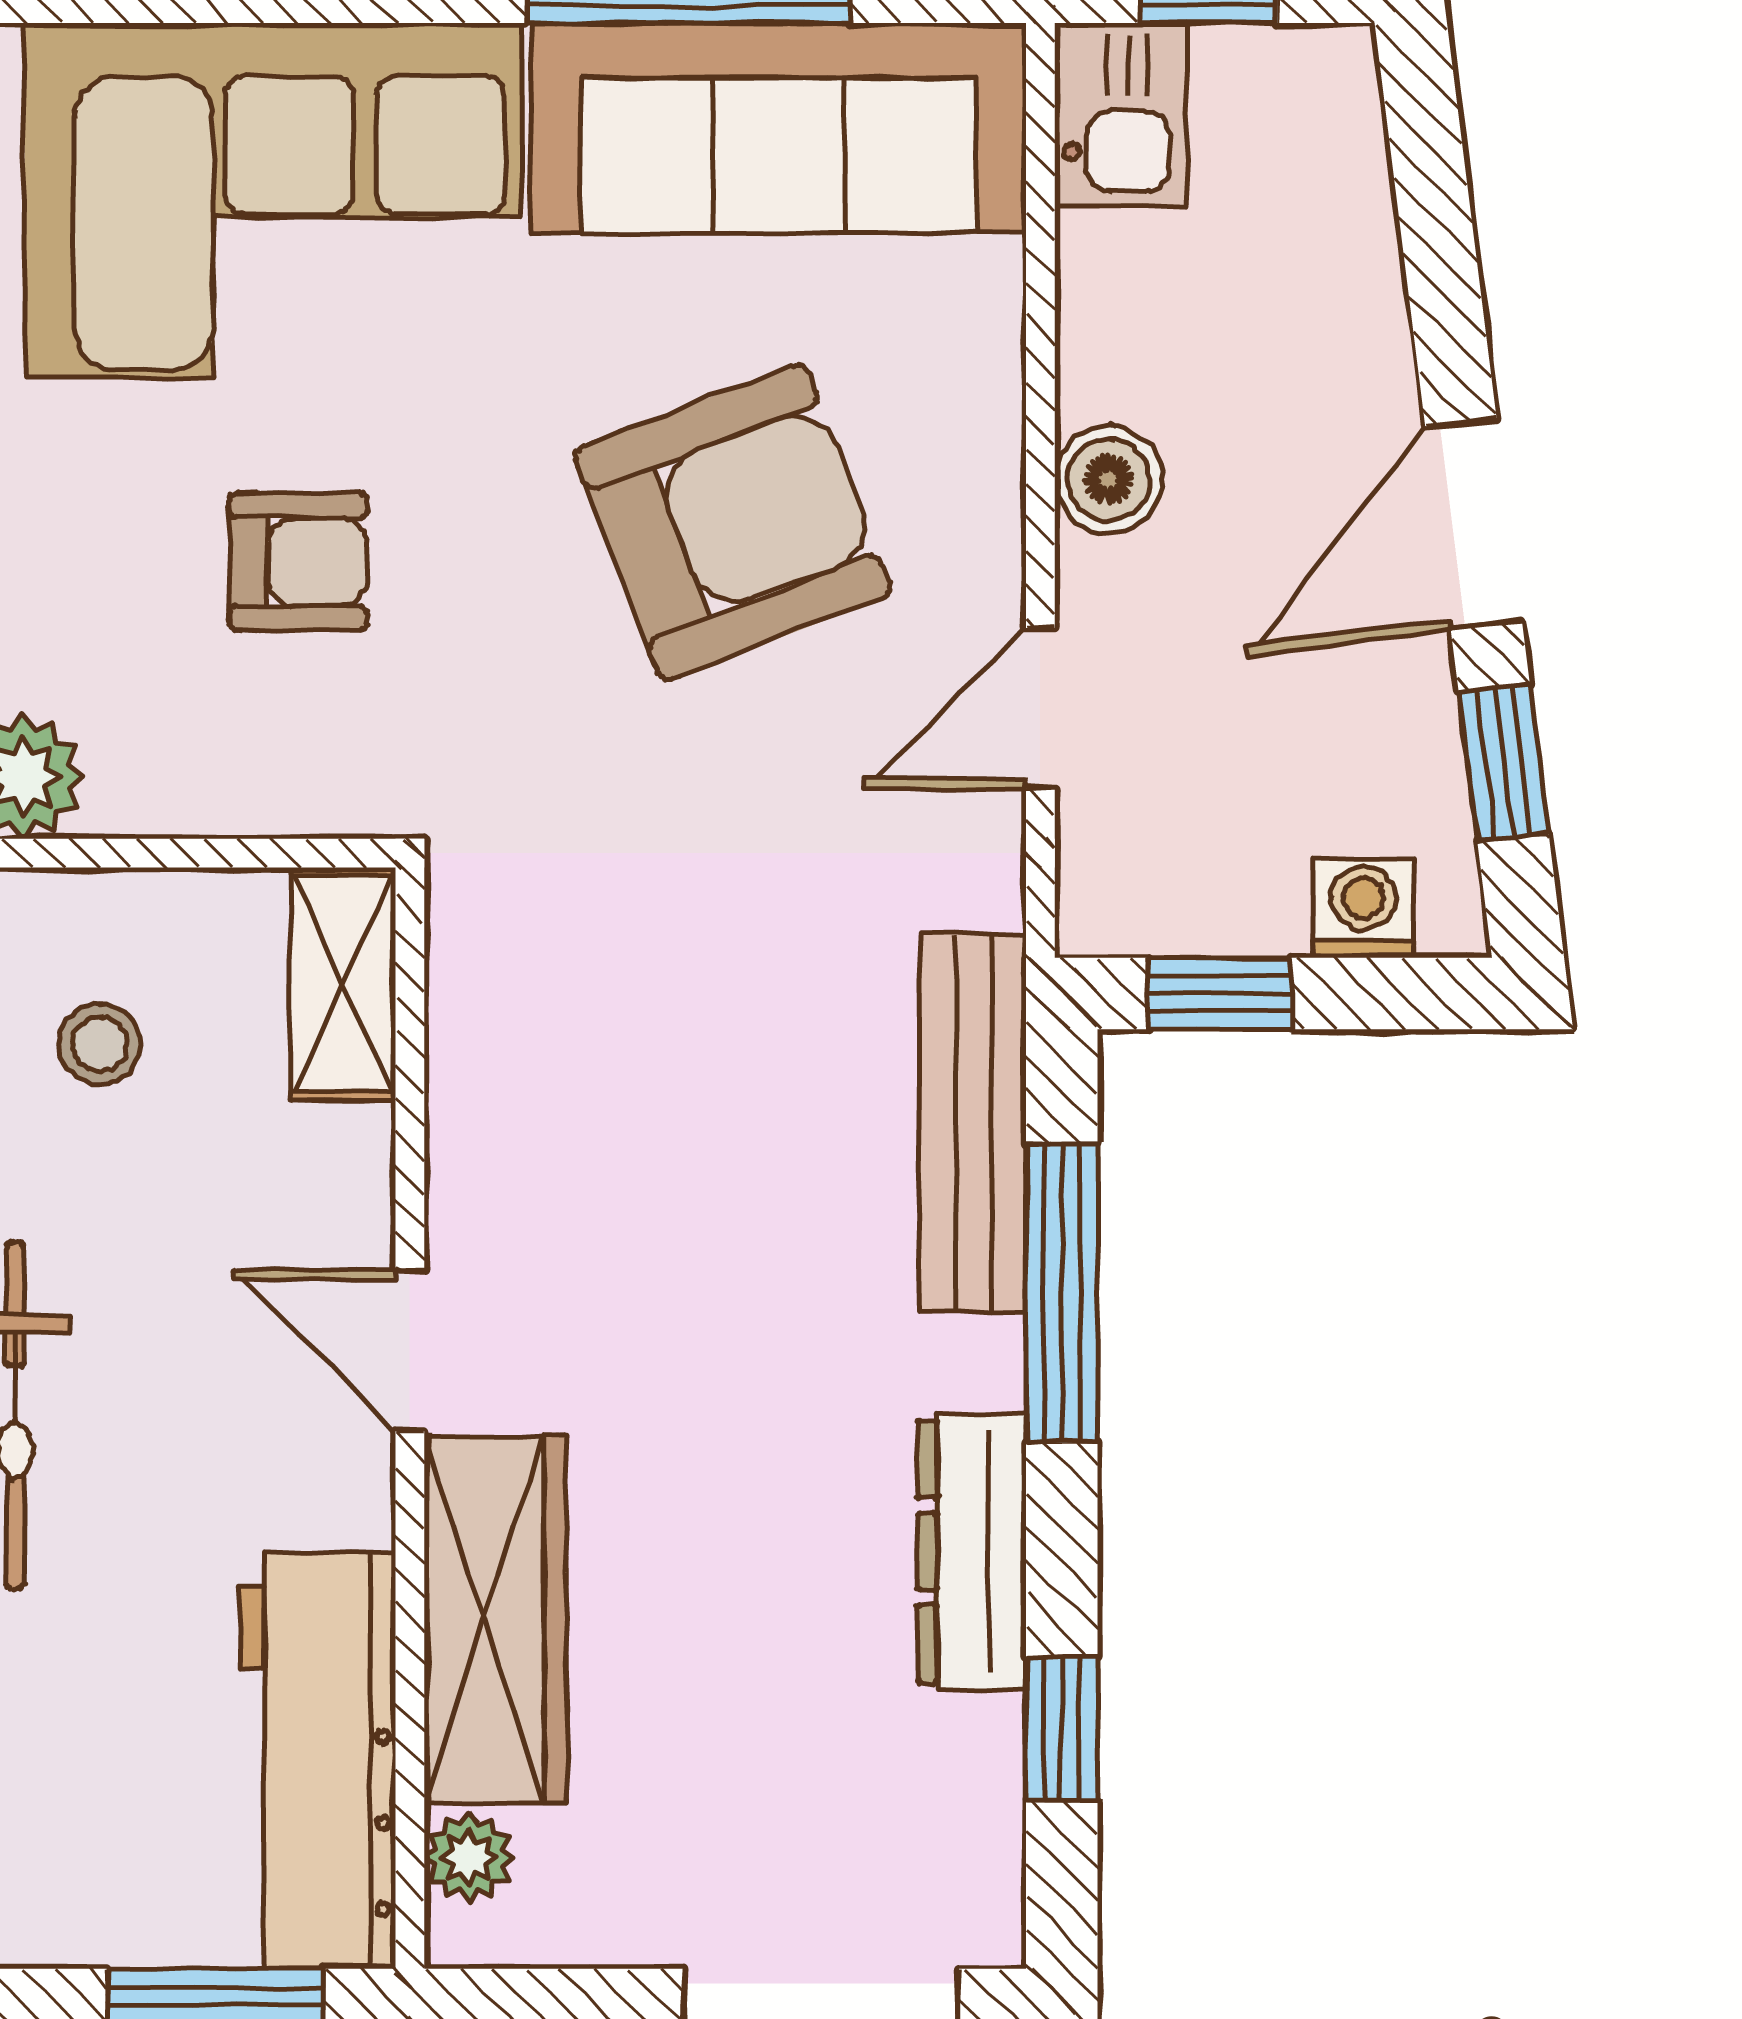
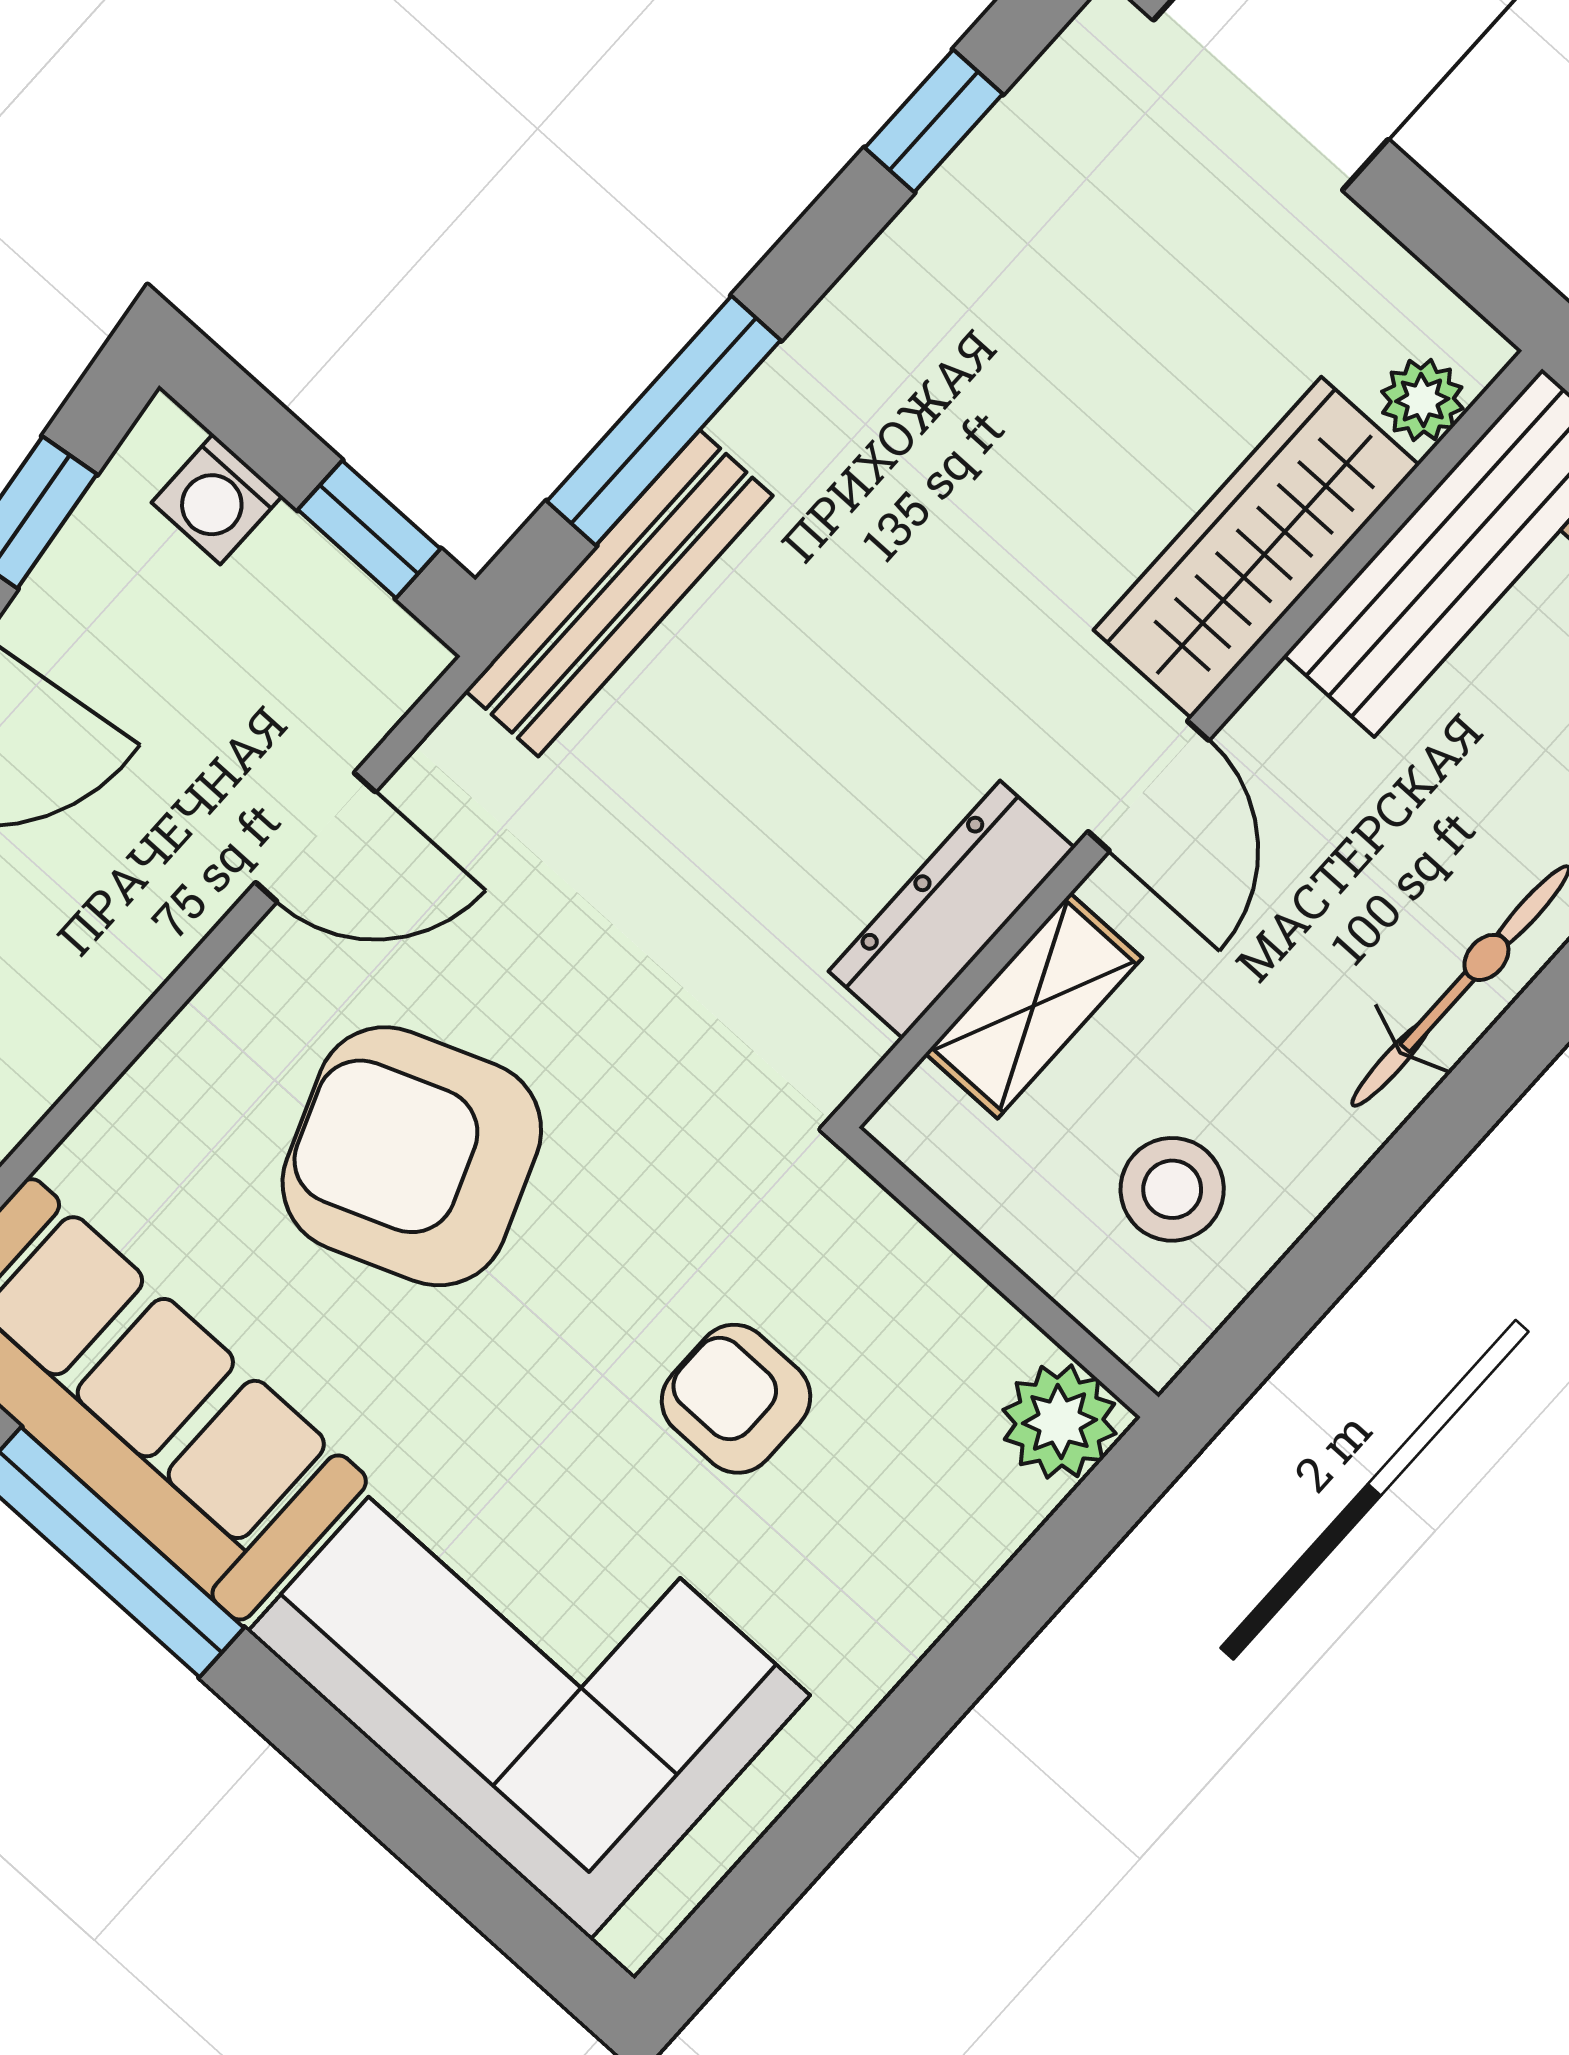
boiler: (1108, 479) -> (127, 953), removed
shelving: (343, 984) -> (1034, 1006), moved
stool: (100, 1044) -> (1172, 1189), width x1.37, depth x1.37
dresser: (972, 1552) -> (952, 909), moved, turned 180

